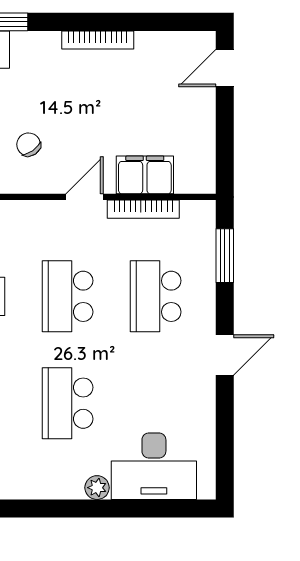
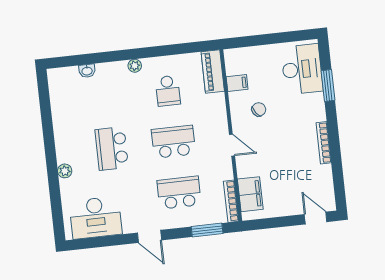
filing cabinet: (145, 175) -> (250, 194), moved
bookcase: (143, 209) -> (231, 201), moved
school desk: (68, 403) -> (112, 148), turned -90
desk: (154, 466) -> (96, 218), moved, turned -90

